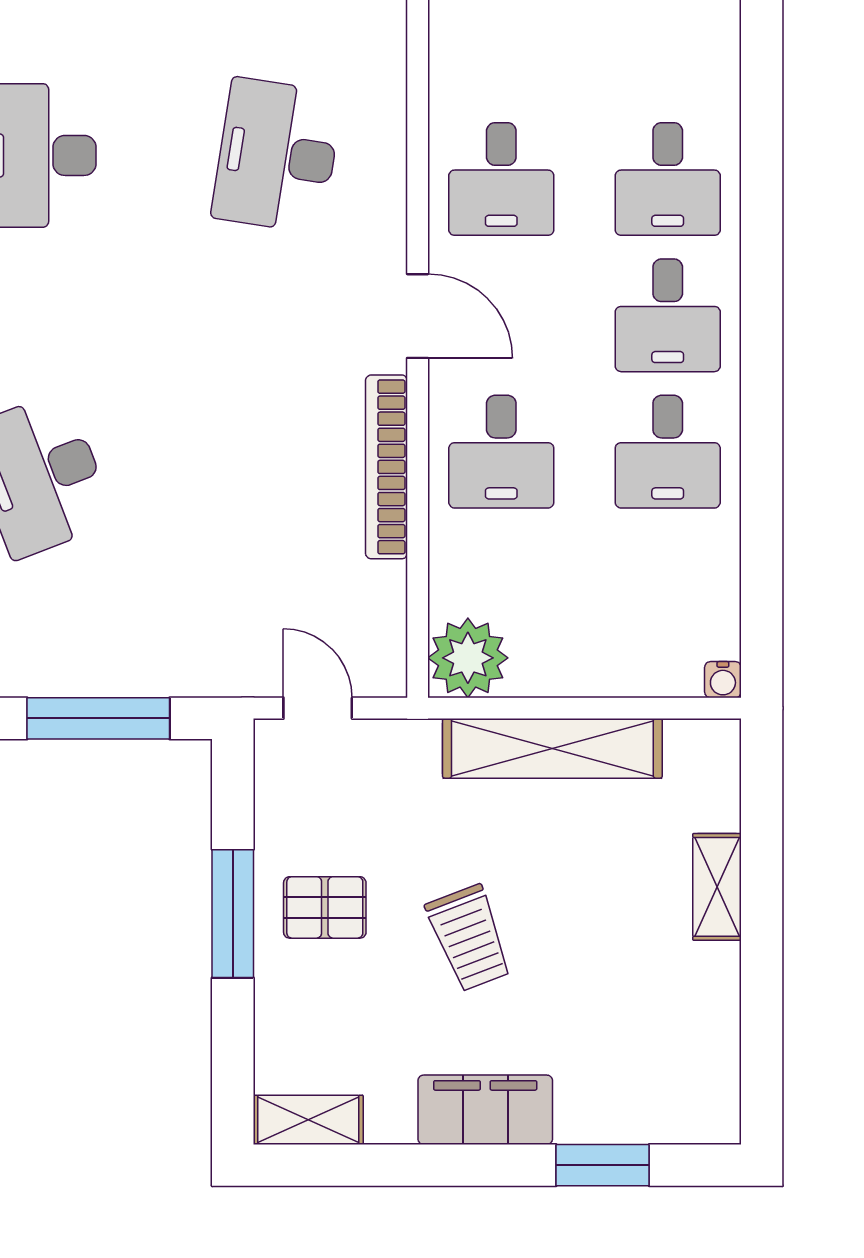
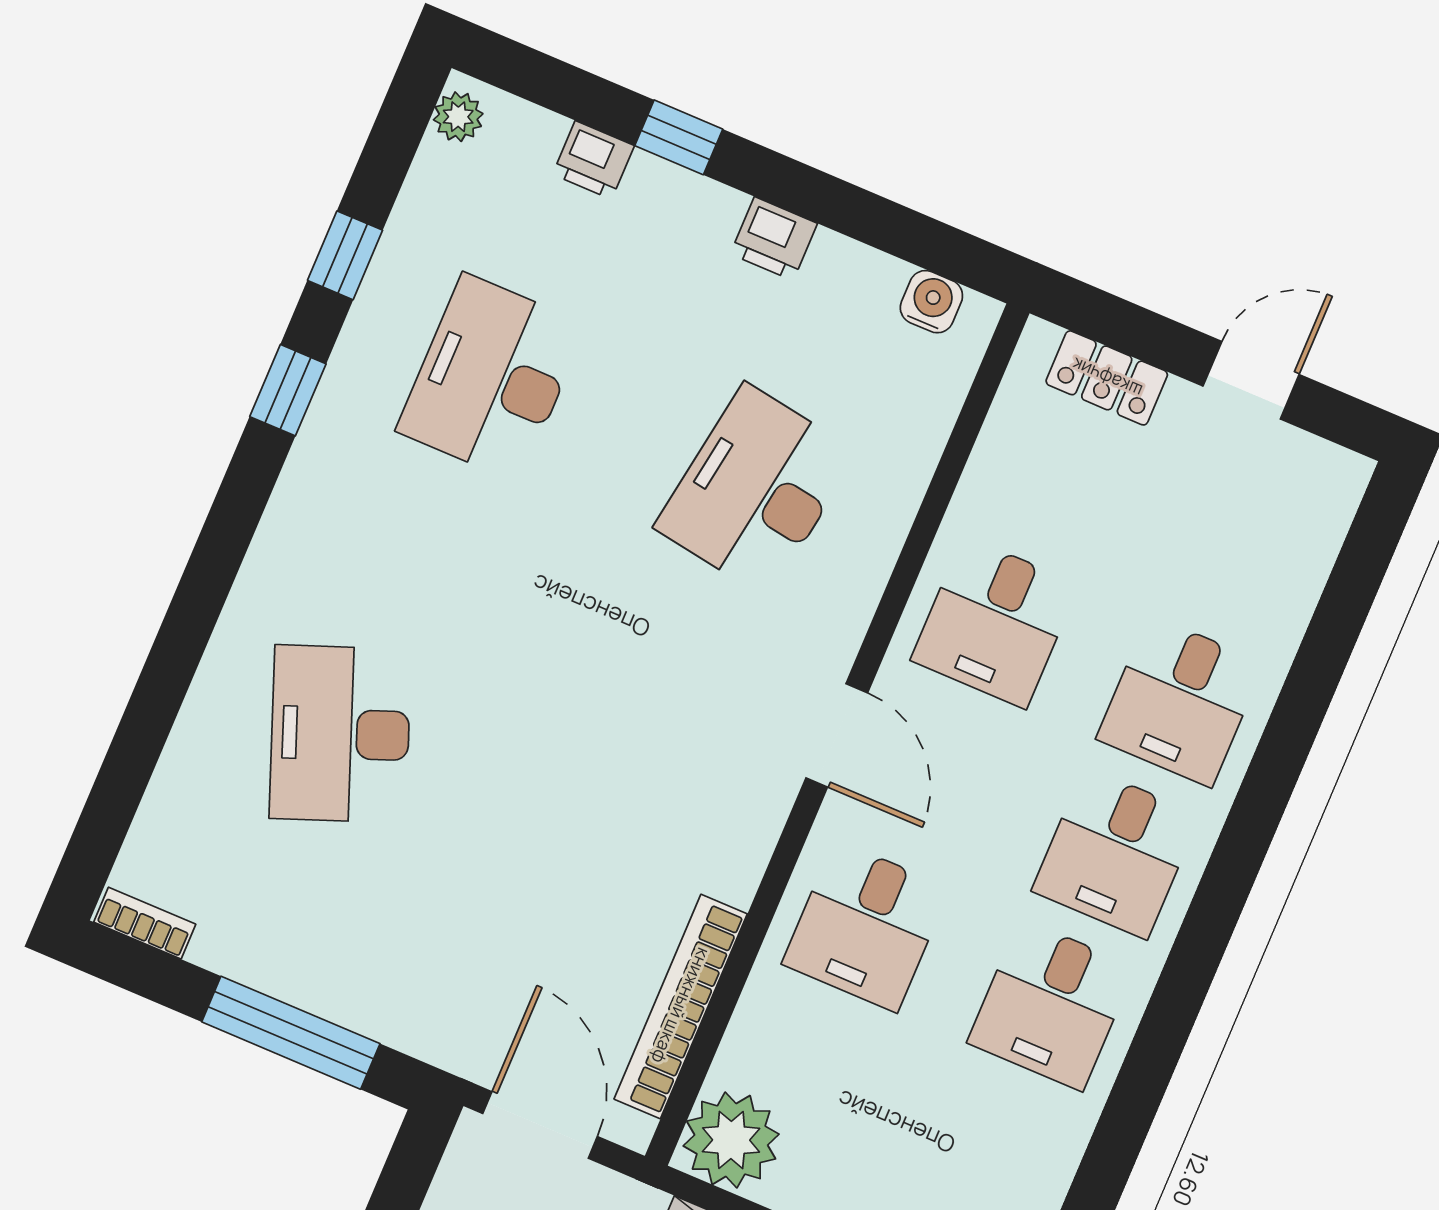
bookcase: (386, 467) -> (681, 1006), moved
door: (318, 708) -> (540, 1125), width x1.38

